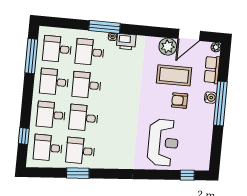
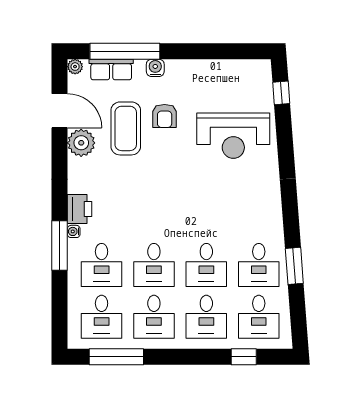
window: (220, 103) -> (125, 51), moved
reception desk: (163, 143) -> (233, 136), turned 180

